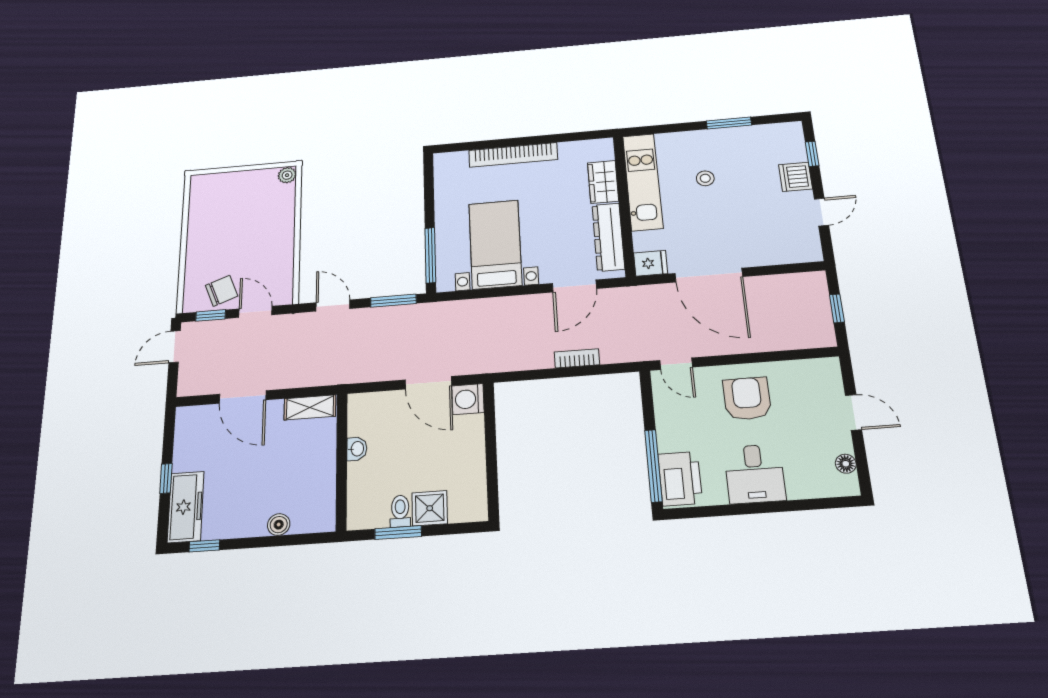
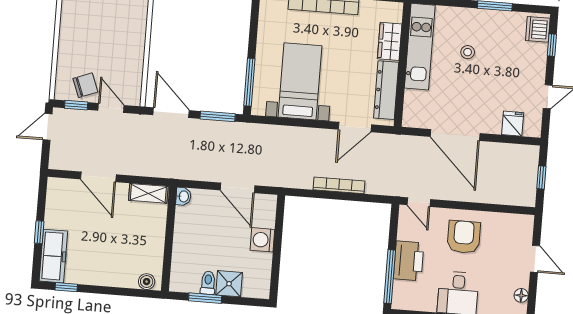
dishwasher: (795, 177) -> (538, 29), moved
fridge: (651, 263) -> (513, 124), moved, turned -90
door: (333, 306) -> (171, 113), width x1.38
bookcase: (577, 358) -> (339, 185), width x1.56
washing machine: (468, 399) -> (262, 240), moved
washbasin: (357, 449) -> (183, 196), moved
printer: (680, 479) -> (409, 261), moved
boiler: (279, 525) -> (147, 282), moved

